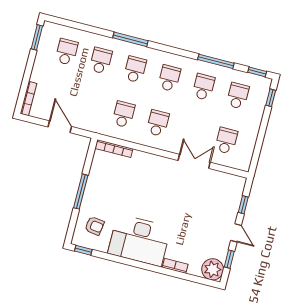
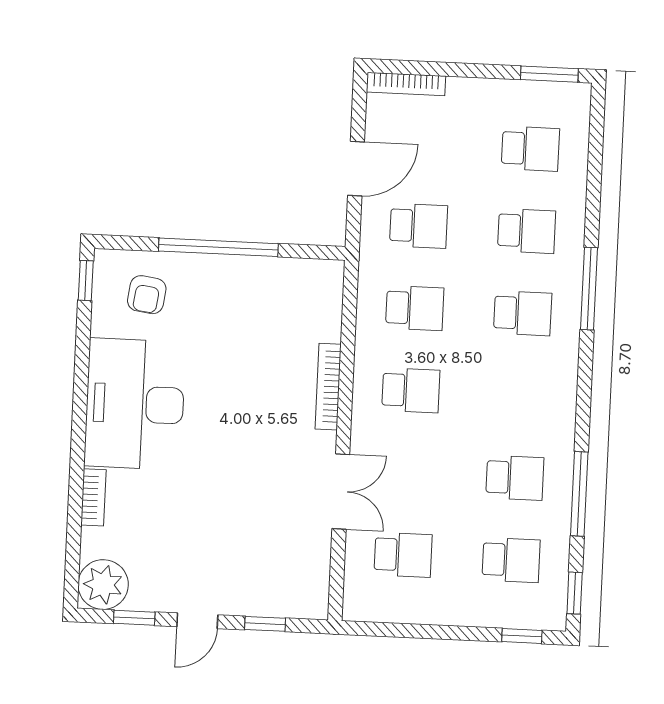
school desk: (169, 78) -> (419, 226), moved
bookcase: (114, 149) -> (328, 387), moved
window: (81, 192) -> (218, 247), width x1.46

